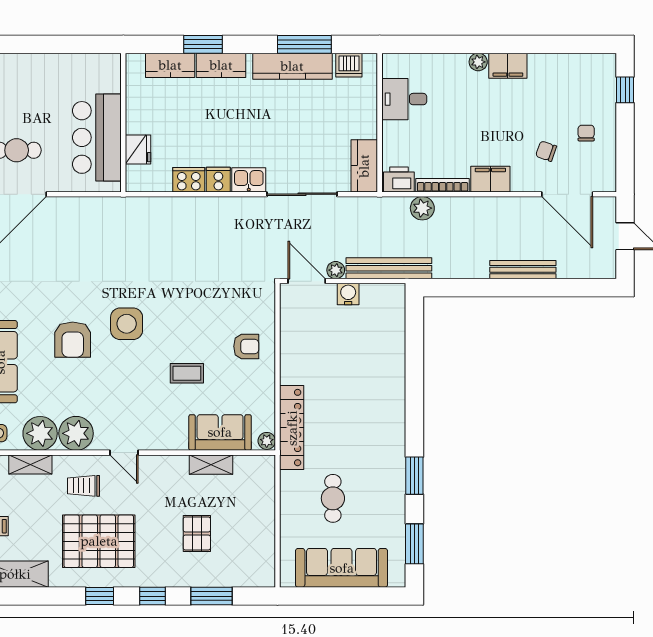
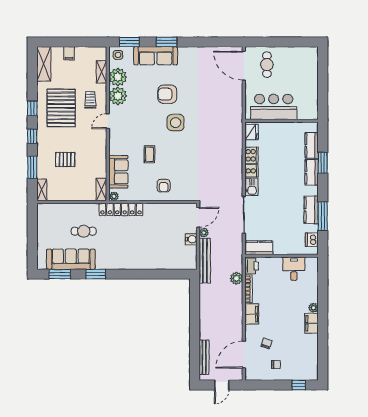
kitchen counter: (292, 66) -> (311, 210), width x0.67
fridge: (138, 150) -> (252, 132), moved, turned -90
bench: (523, 270) -> (204, 357), moved
shelving: (211, 465) -> (101, 189), moved
sofa: (342, 568) -> (71, 259), moved, turned -90
shelving: (255, 578) -> (42, 190), added

